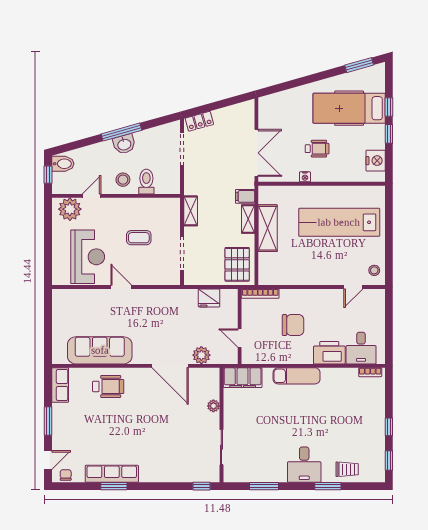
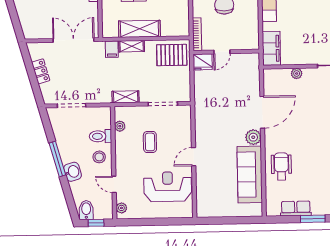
locker: (199, 121) -> (41, 71), moved
washbasin: (124, 144) -> (73, 172), moved
plant: (157, 204) -> (120, 126), added
plant: (70, 209) -> (121, 208), width x0.53, depth x0.53
fridge: (209, 298) -> (203, 62), moved, turned 90
door: (240, 338) -> (222, 52), moved
plant: (201, 355) -> (253, 137), moved
row of seats: (60, 385) -> (296, 208), moved

